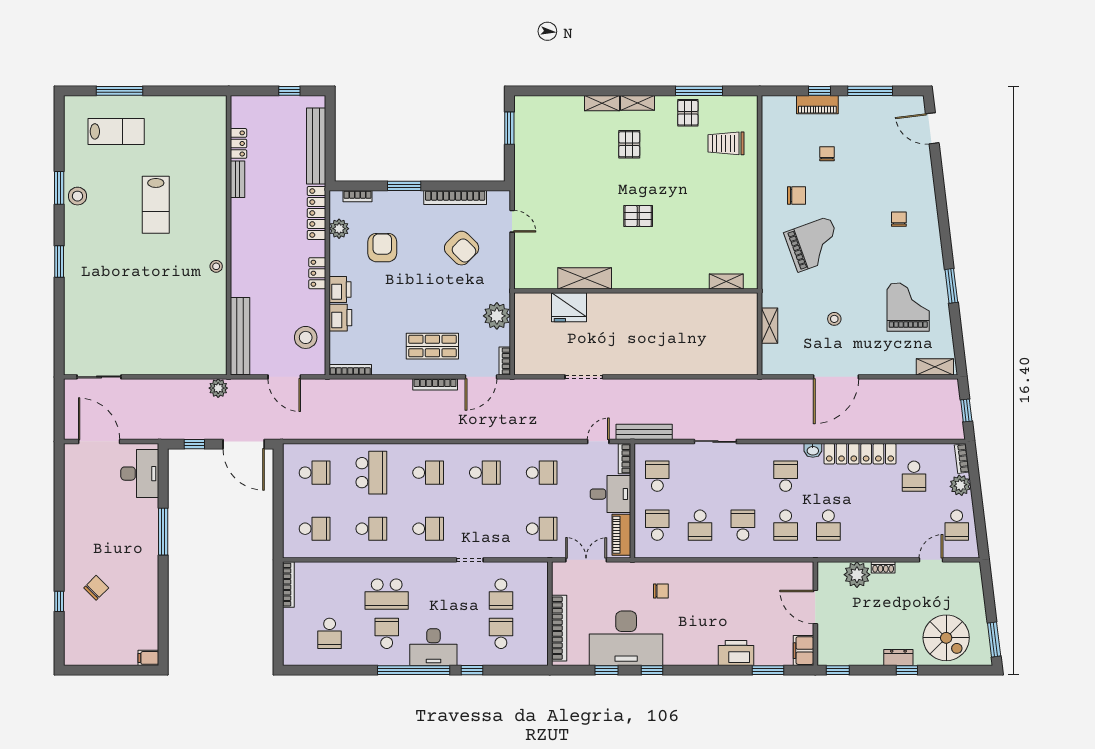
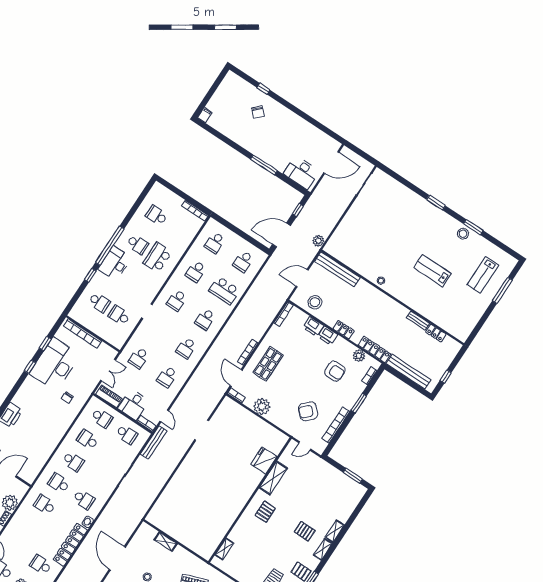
shelving: (585, 278) -> (273, 478), moved
shelving: (726, 281) -> (224, 549), moved
wall: (636, 291) -> (250, 500), moved
fridge: (569, 307) -> (264, 460), moved

